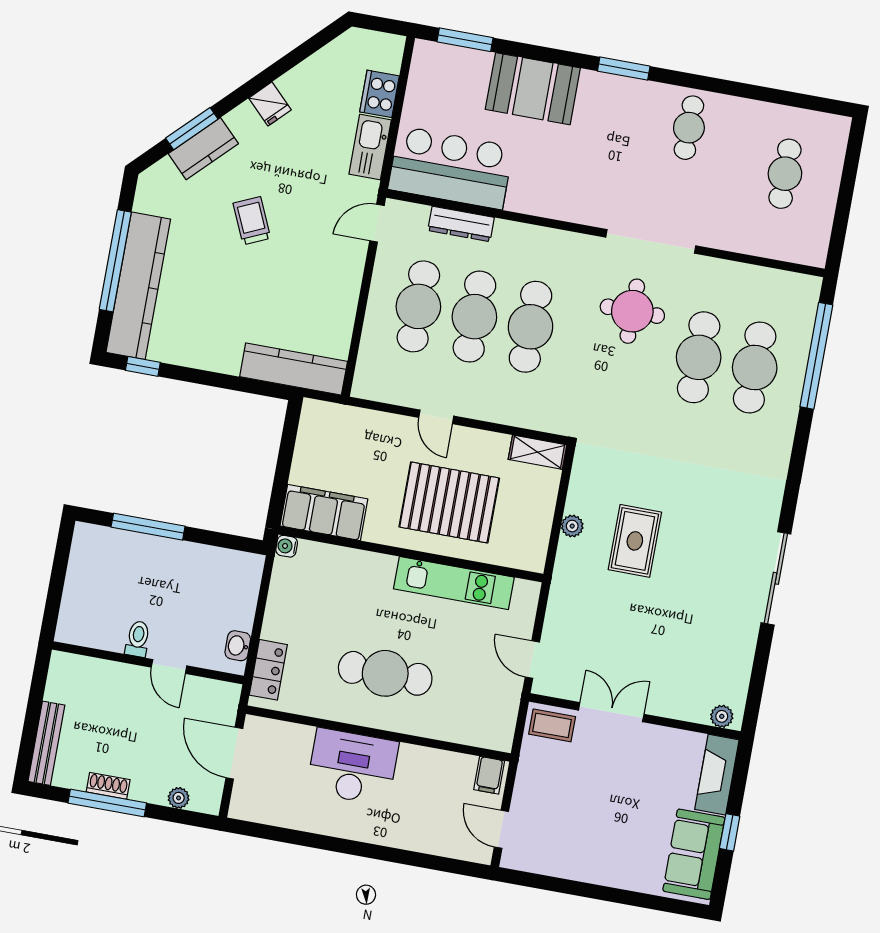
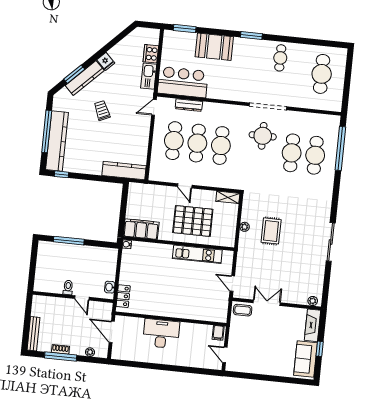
kitchen counter: (203, 149) -> (85, 78), width x1.50
cafe table: (785, 174) -> (322, 74), width x1.37, depth x1.35
cafe table: (385, 673) -> (172, 294), removed

